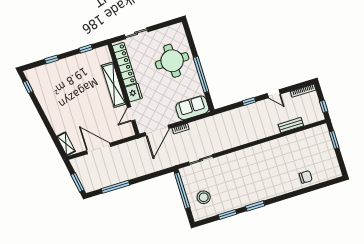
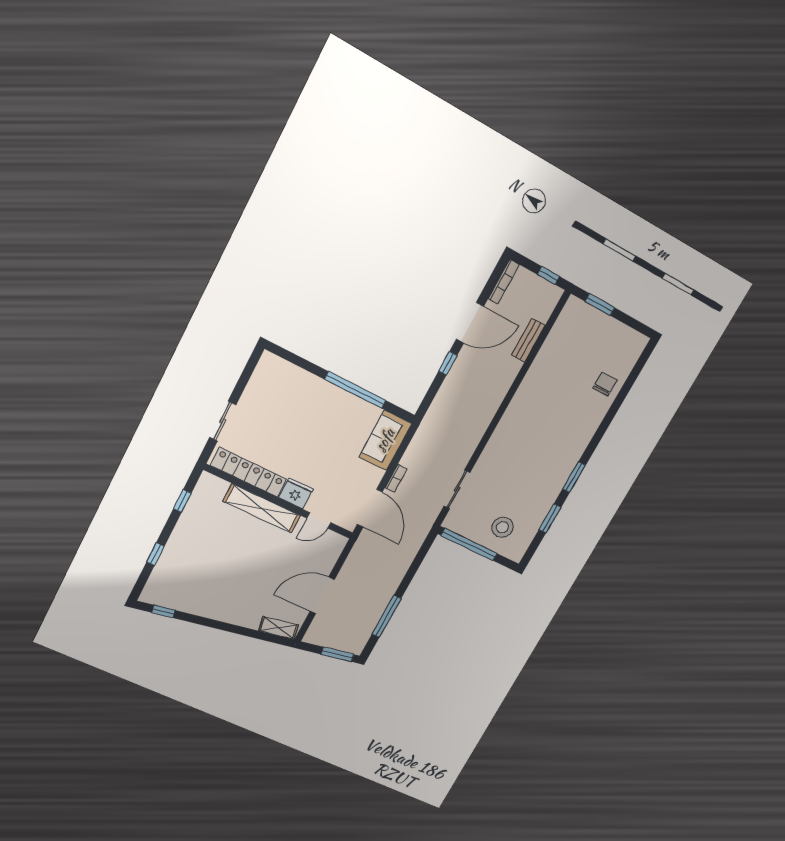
round table: (172, 61) -> (302, 409), removed
door: (274, 94) -> (470, 323), width x1.87
door: (131, 114) -> (319, 520), hinge flipped

